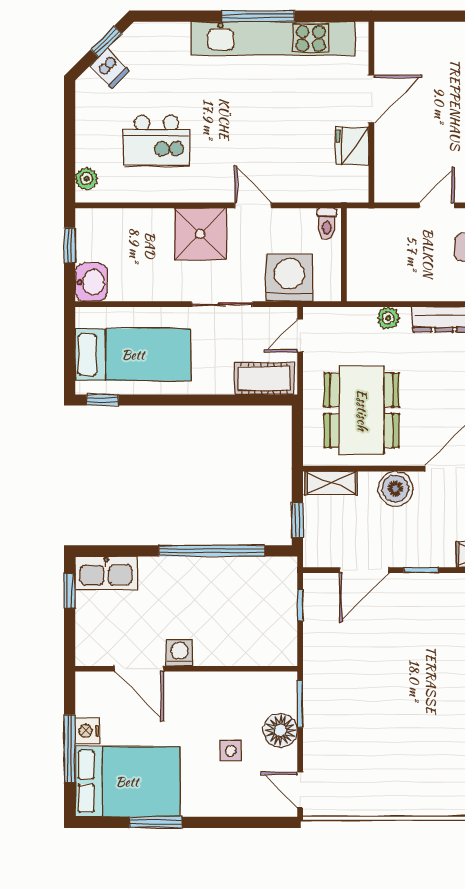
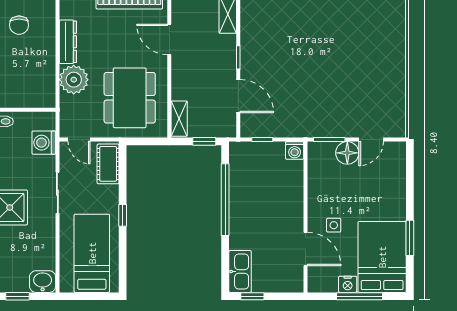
washing machine: (289, 278) -> (44, 143), width x0.73, depth x0.73
plant: (388, 318) -> (74, 80), width x1.87, depth x1.87
window: (102, 400) -> (123, 215), moved
dining table: (362, 410) -> (130, 98), turned 90
boiler: (395, 489) -> (183, 75), removed
washing machine: (180, 653) -> (295, 150), moved, turned -90
door: (139, 669) -> (305, 249), hinge flipped
side table: (231, 751) -> (334, 225), moved
door: (300, 790) -> (371, 140), moved

